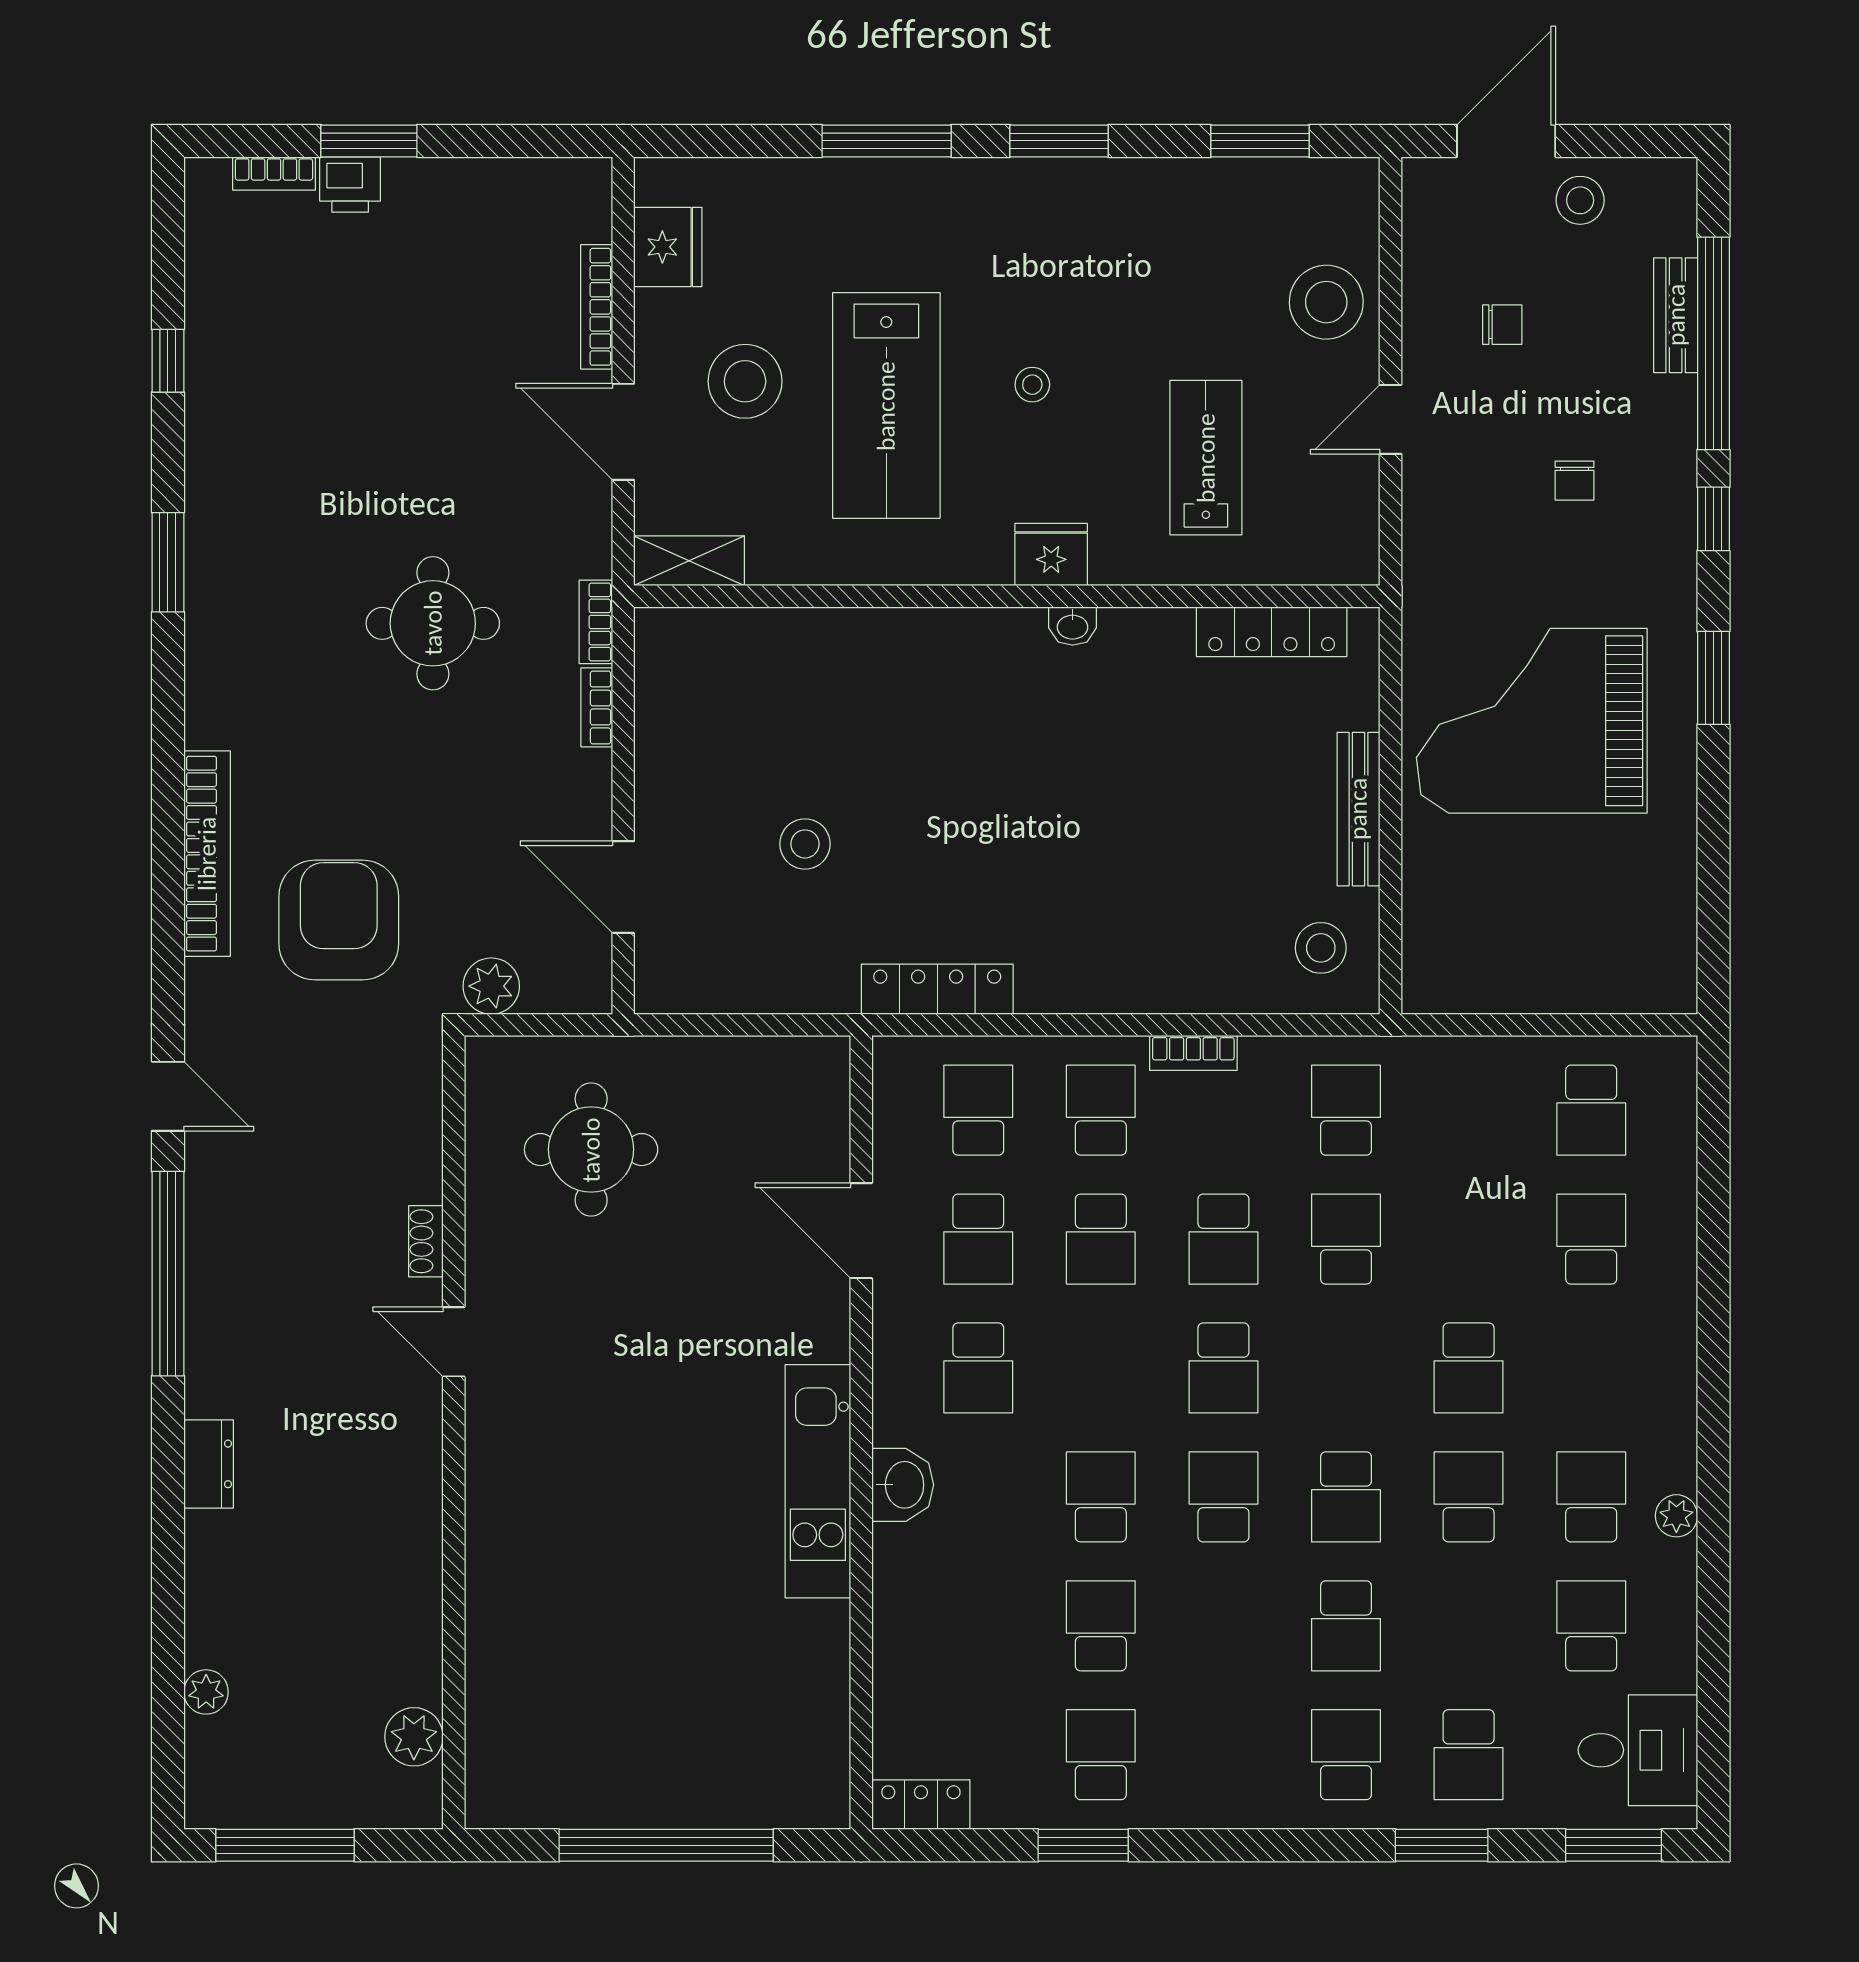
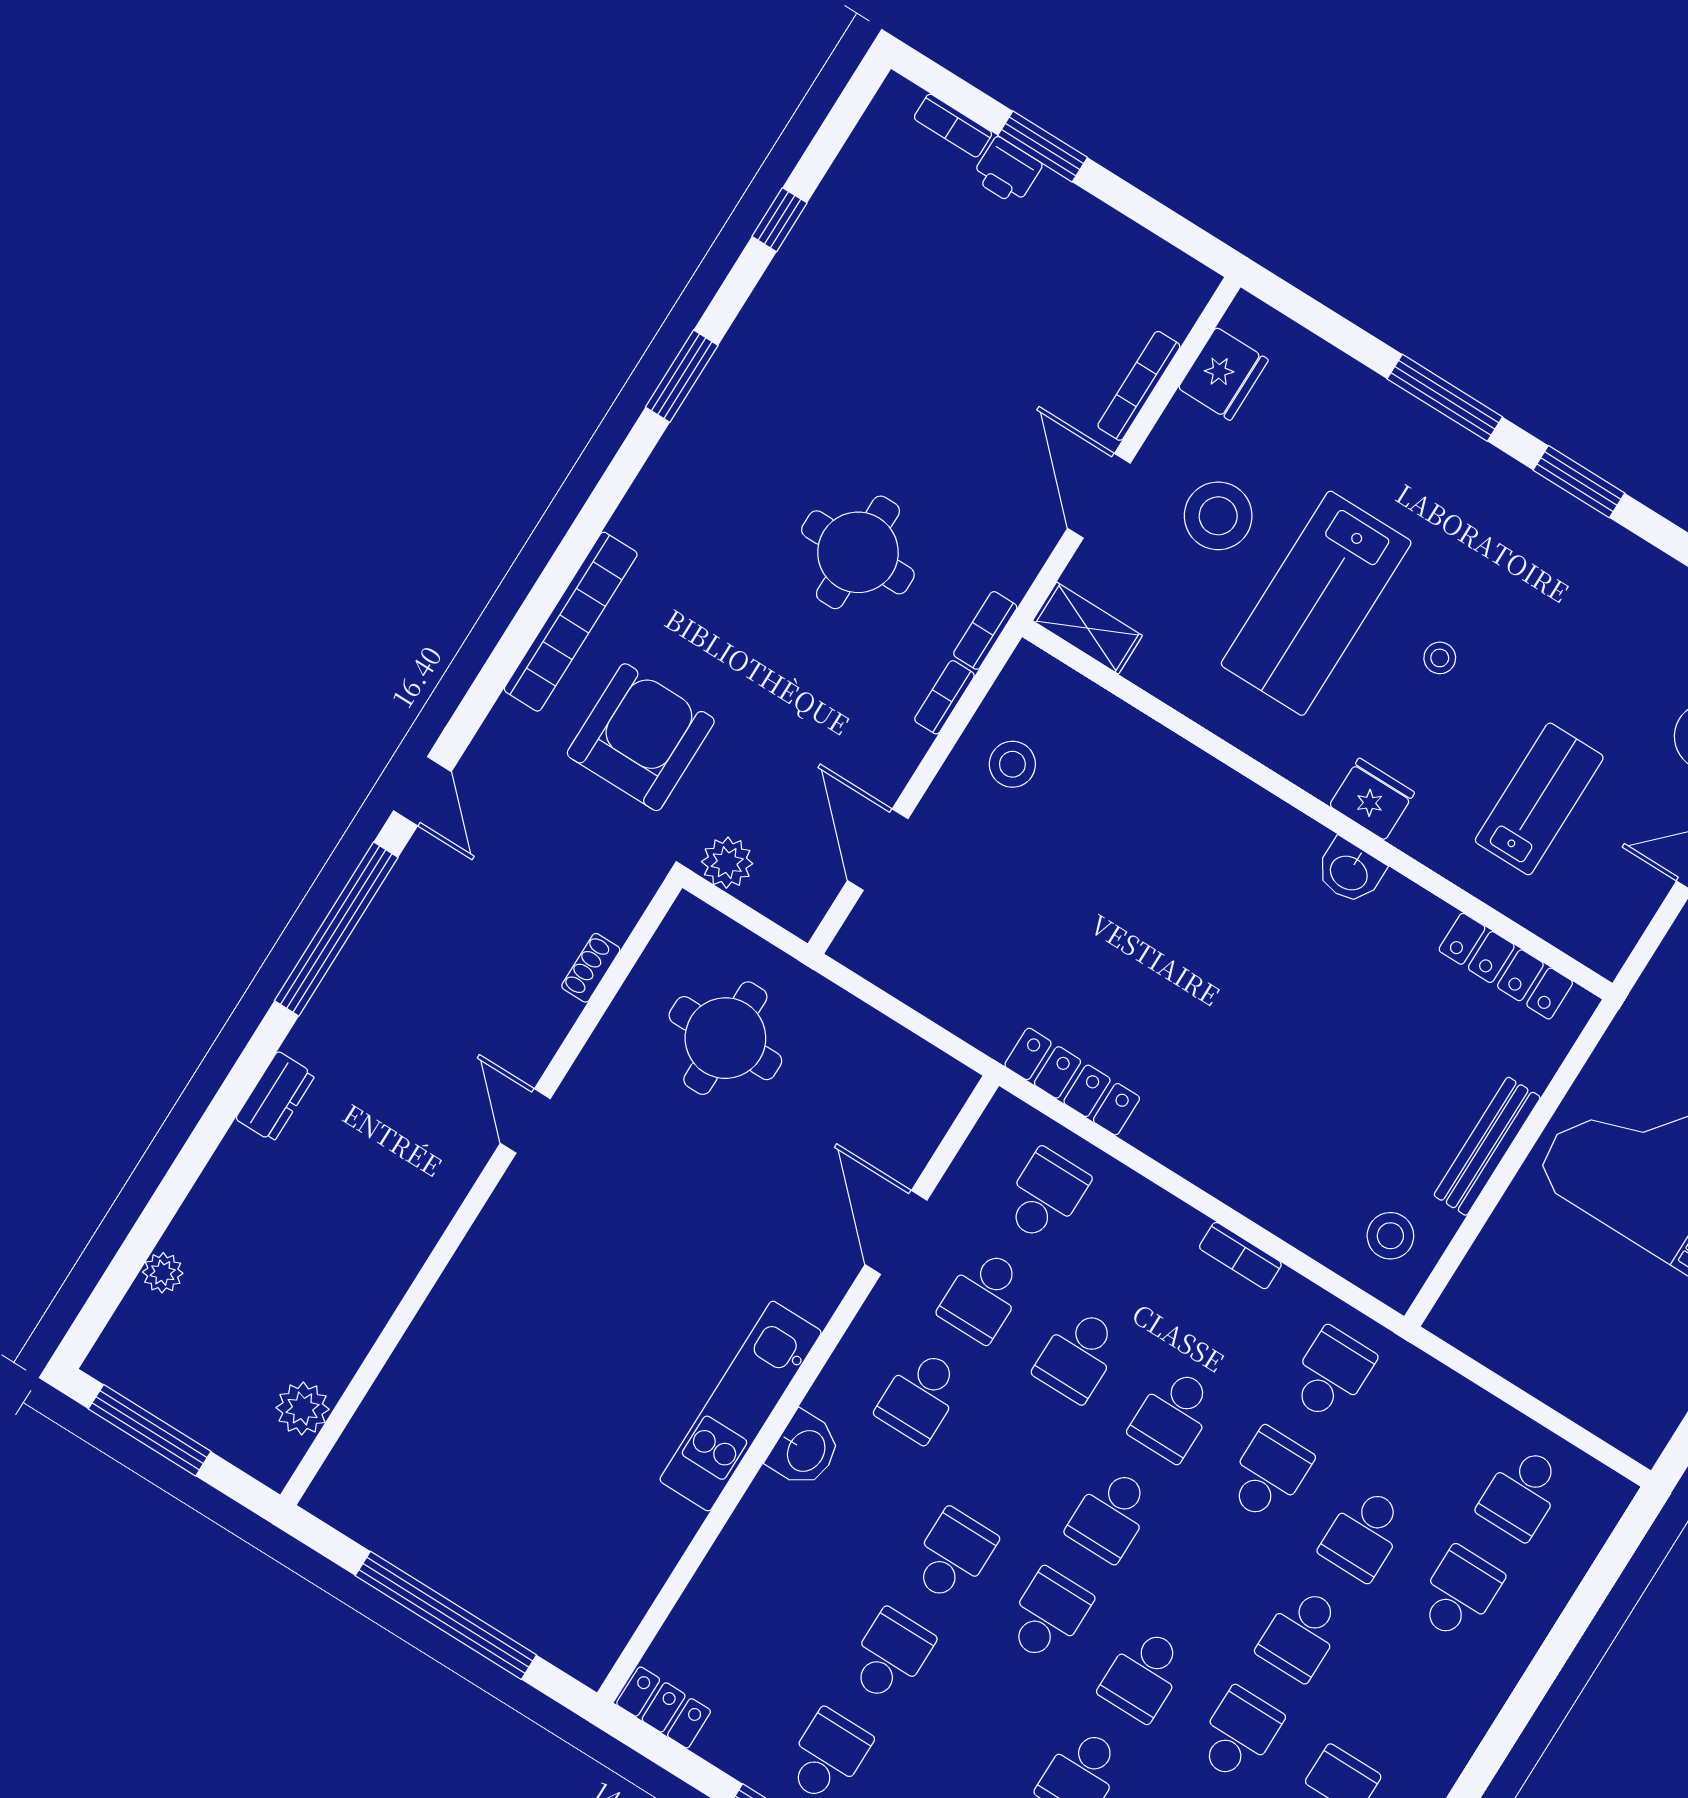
washbasin: (1073, 626) -> (1350, 872), width x1.38, depth x1.45
stool: (805, 844) -> (1012, 764), moved
school desk: (1101, 1110) -> (1364, 1534), moved, turned 180
shoe rack: (426, 1241) -> (591, 968), moved

